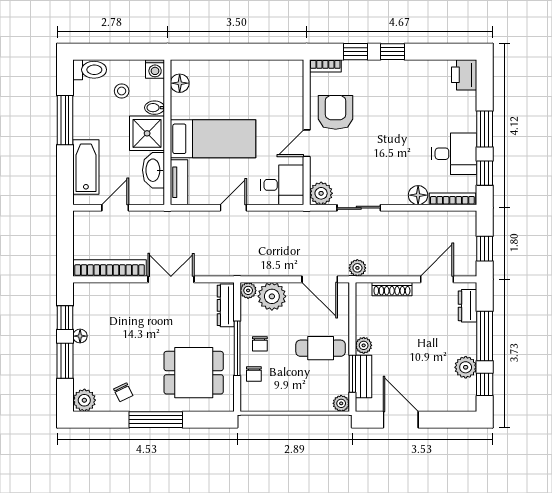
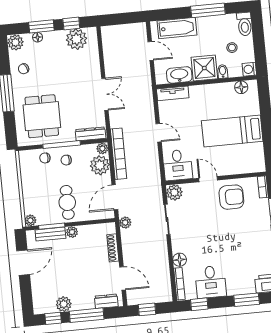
window: (485, 129) -> (247, 300), moved
bed: (213, 139) -> (232, 131), moved, turned 90
bookcase: (110, 268) -> (118, 154), moved
plant: (88, 312) -> (77, 39), added
floor lamp: (80, 336) -> (38, 37), moved

